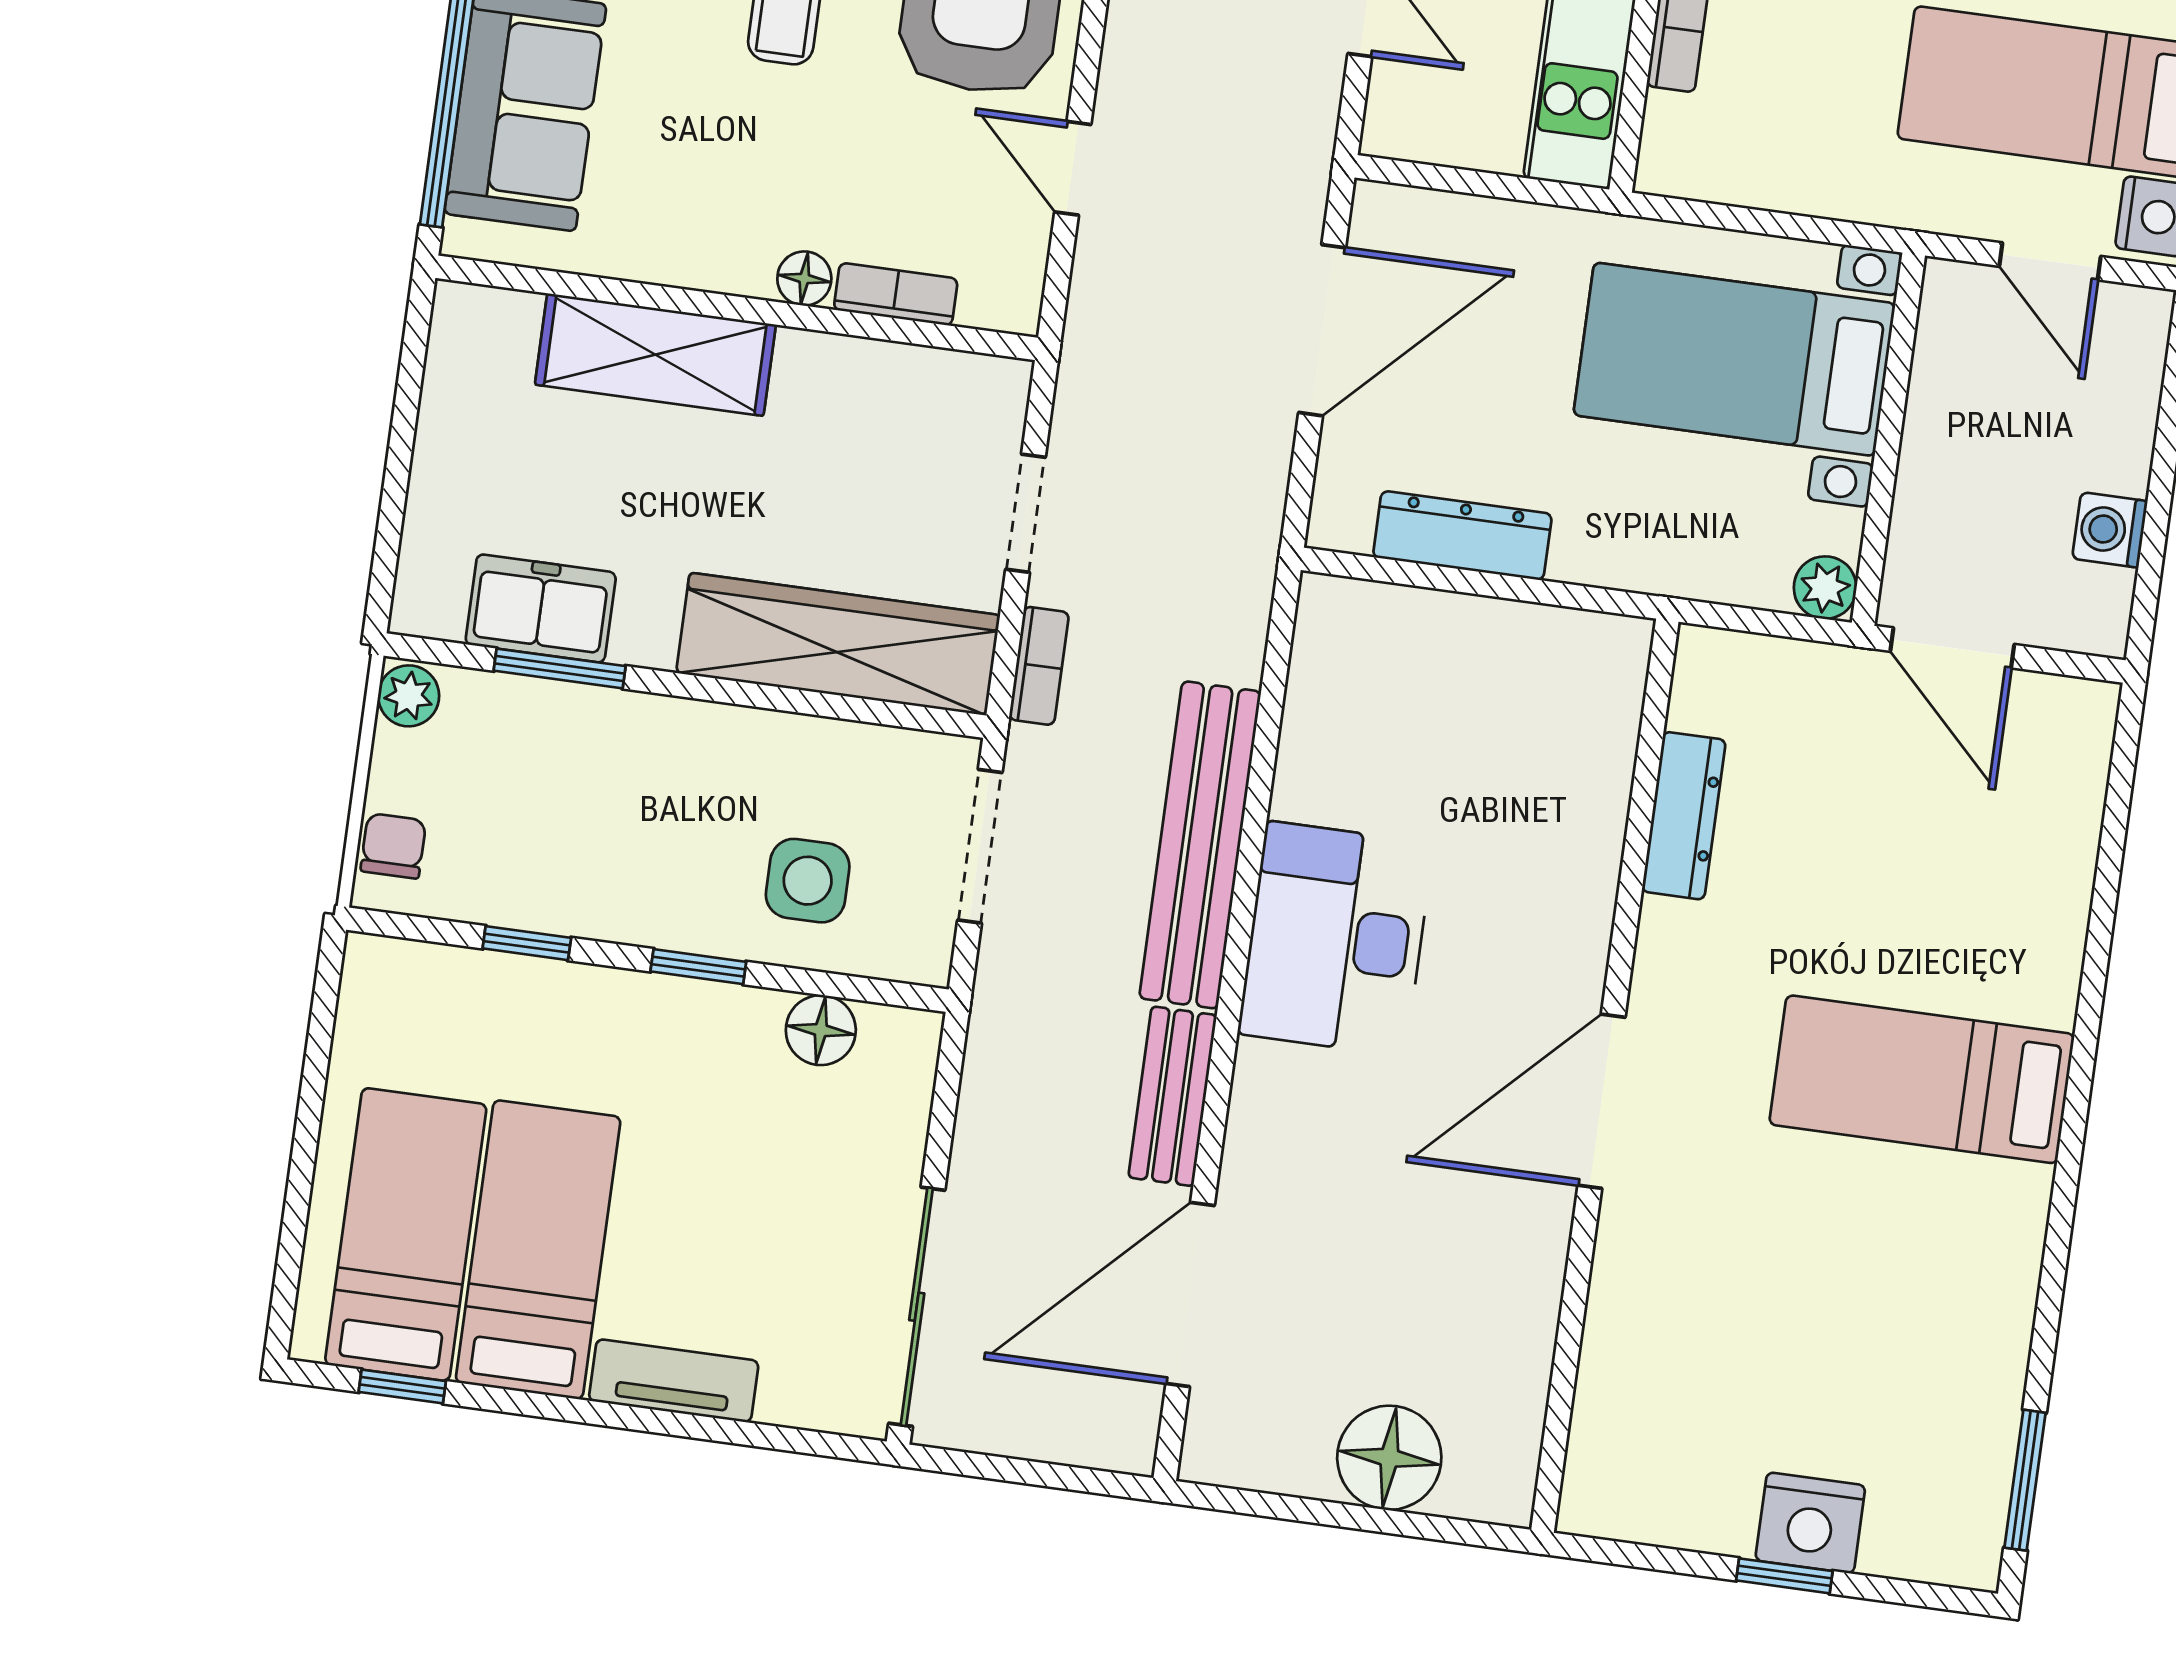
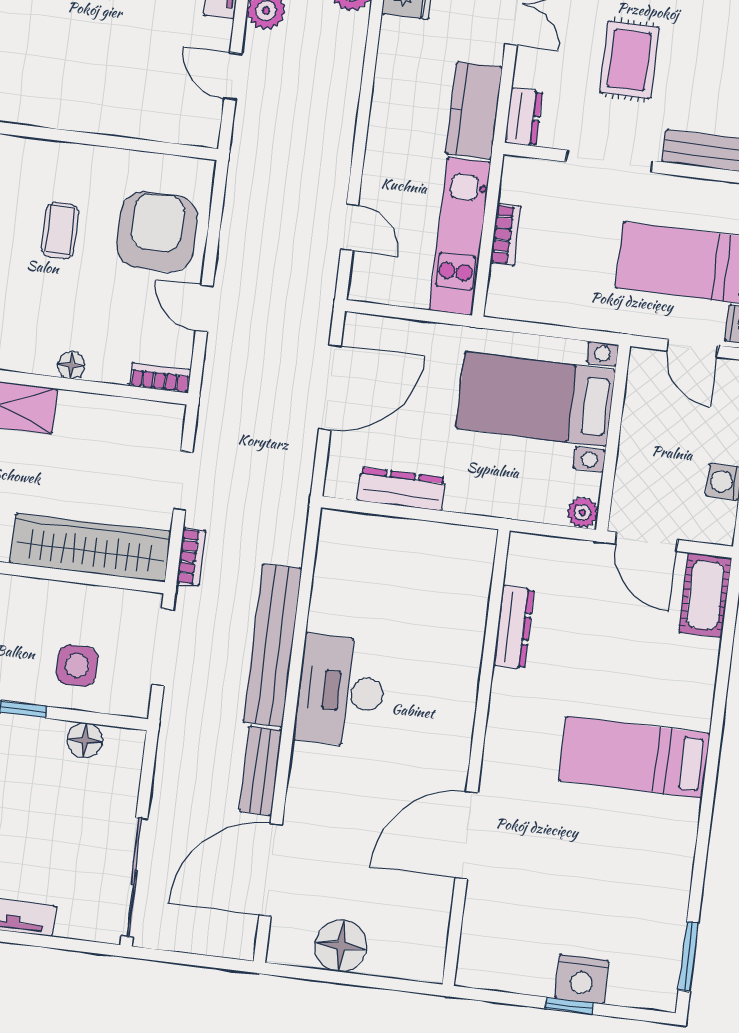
bookcase: (896, 294) -> (160, 378), moved
cot: (2068, 757) -> (705, 595), added
door: (1601, 1101) -> (467, 835), moved
floor lamp: (1389, 1458) -> (341, 946), moved

